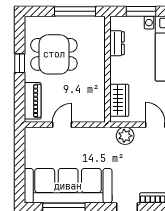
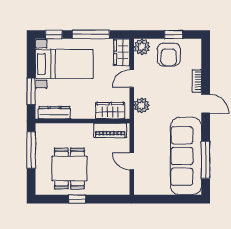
dresser: (117, 43) -> (54, 113), width x1.44
piano: (33, 101) -> (110, 130), moved, turned 180

